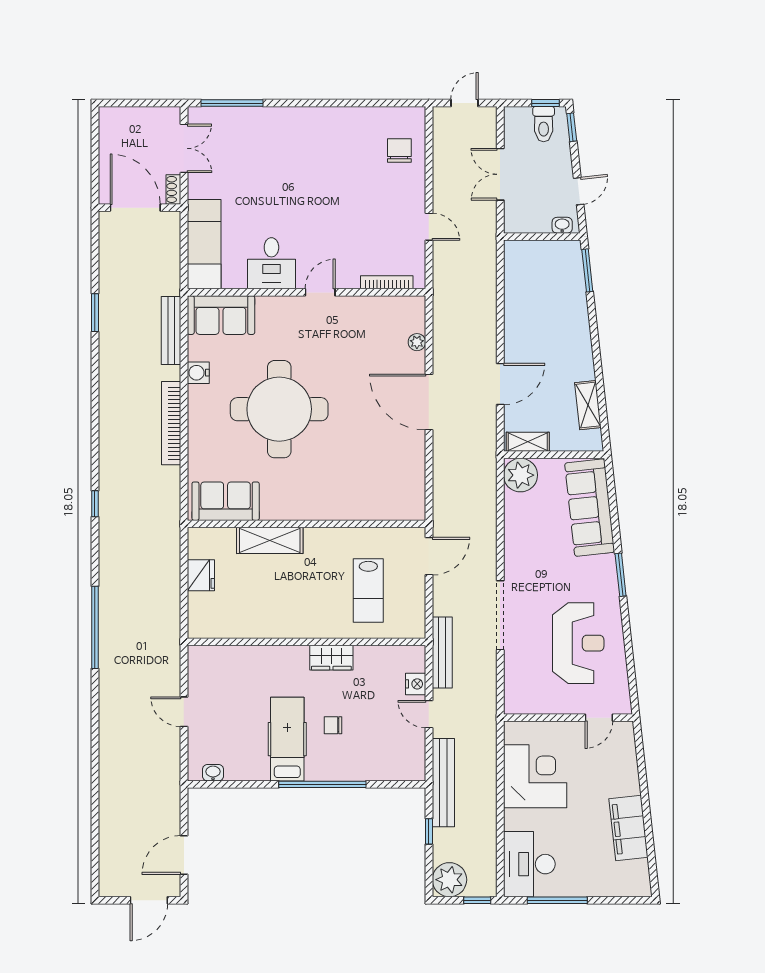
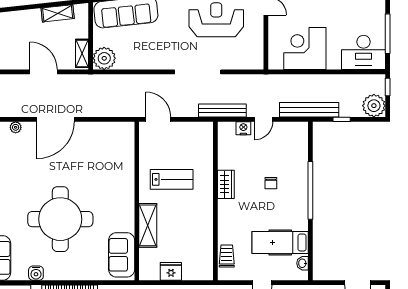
lab bench: (368, 591) -> (172, 179), moved
trolley: (224, 659) -> (227, 256), added
hospital bed: (287, 739) -> (280, 243), moved

